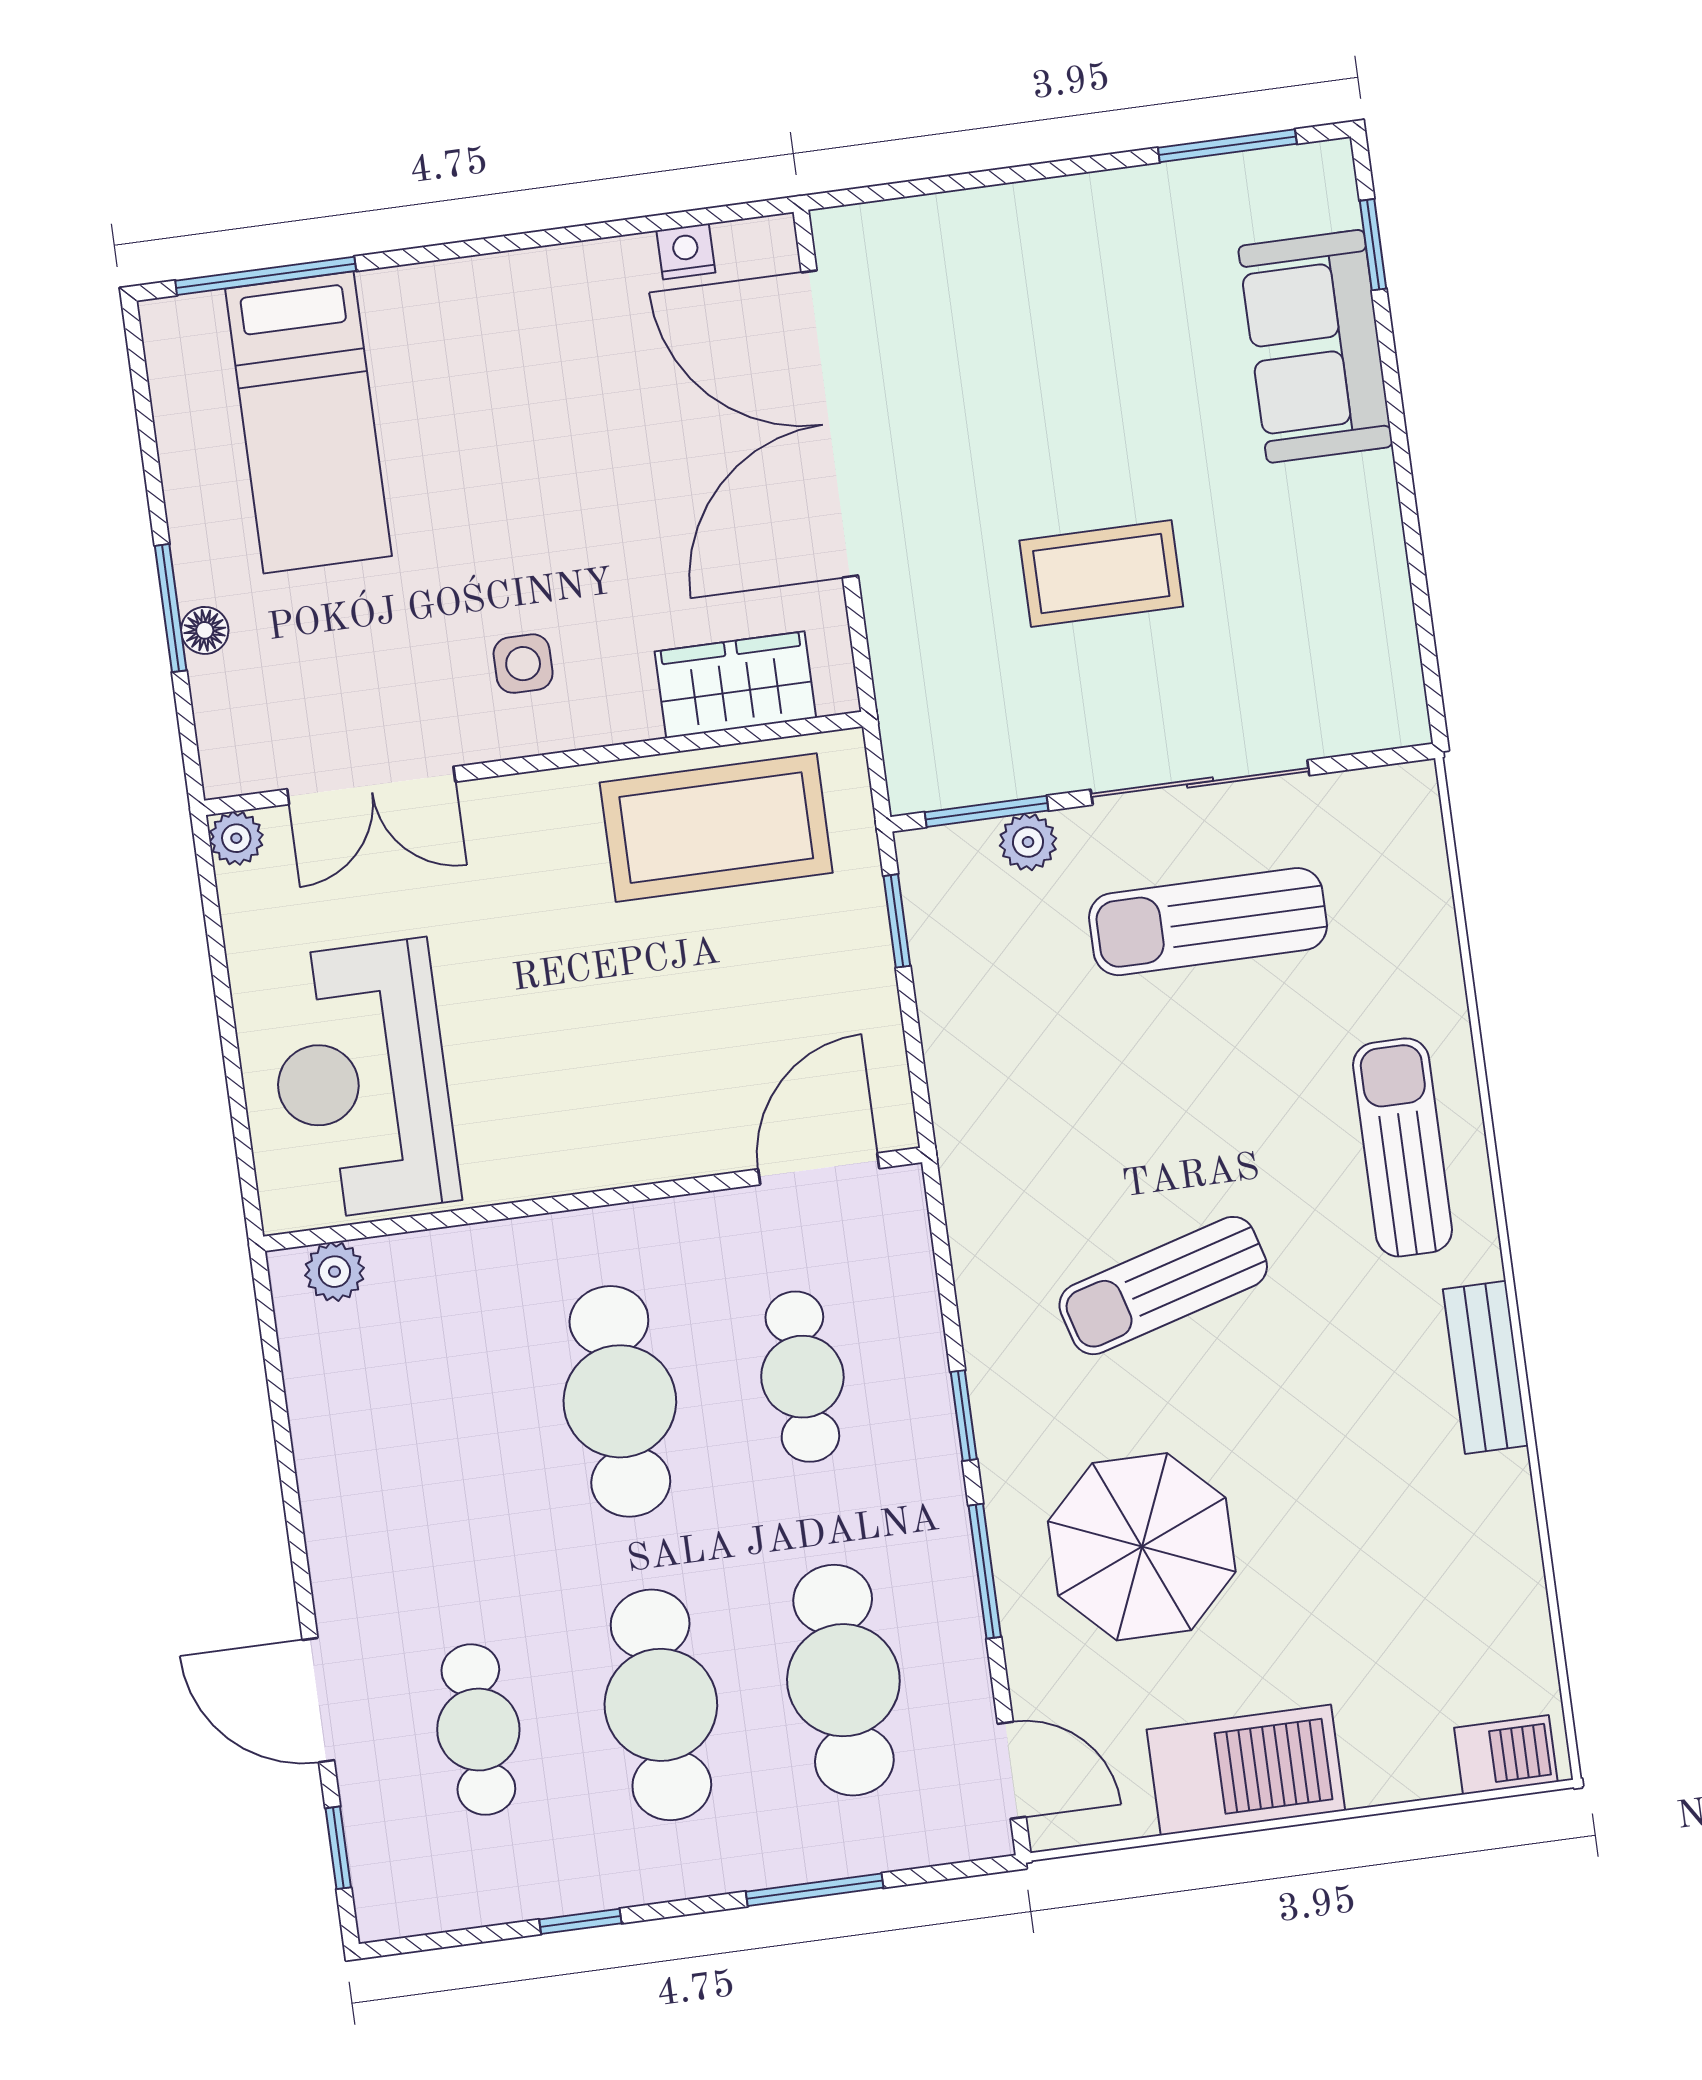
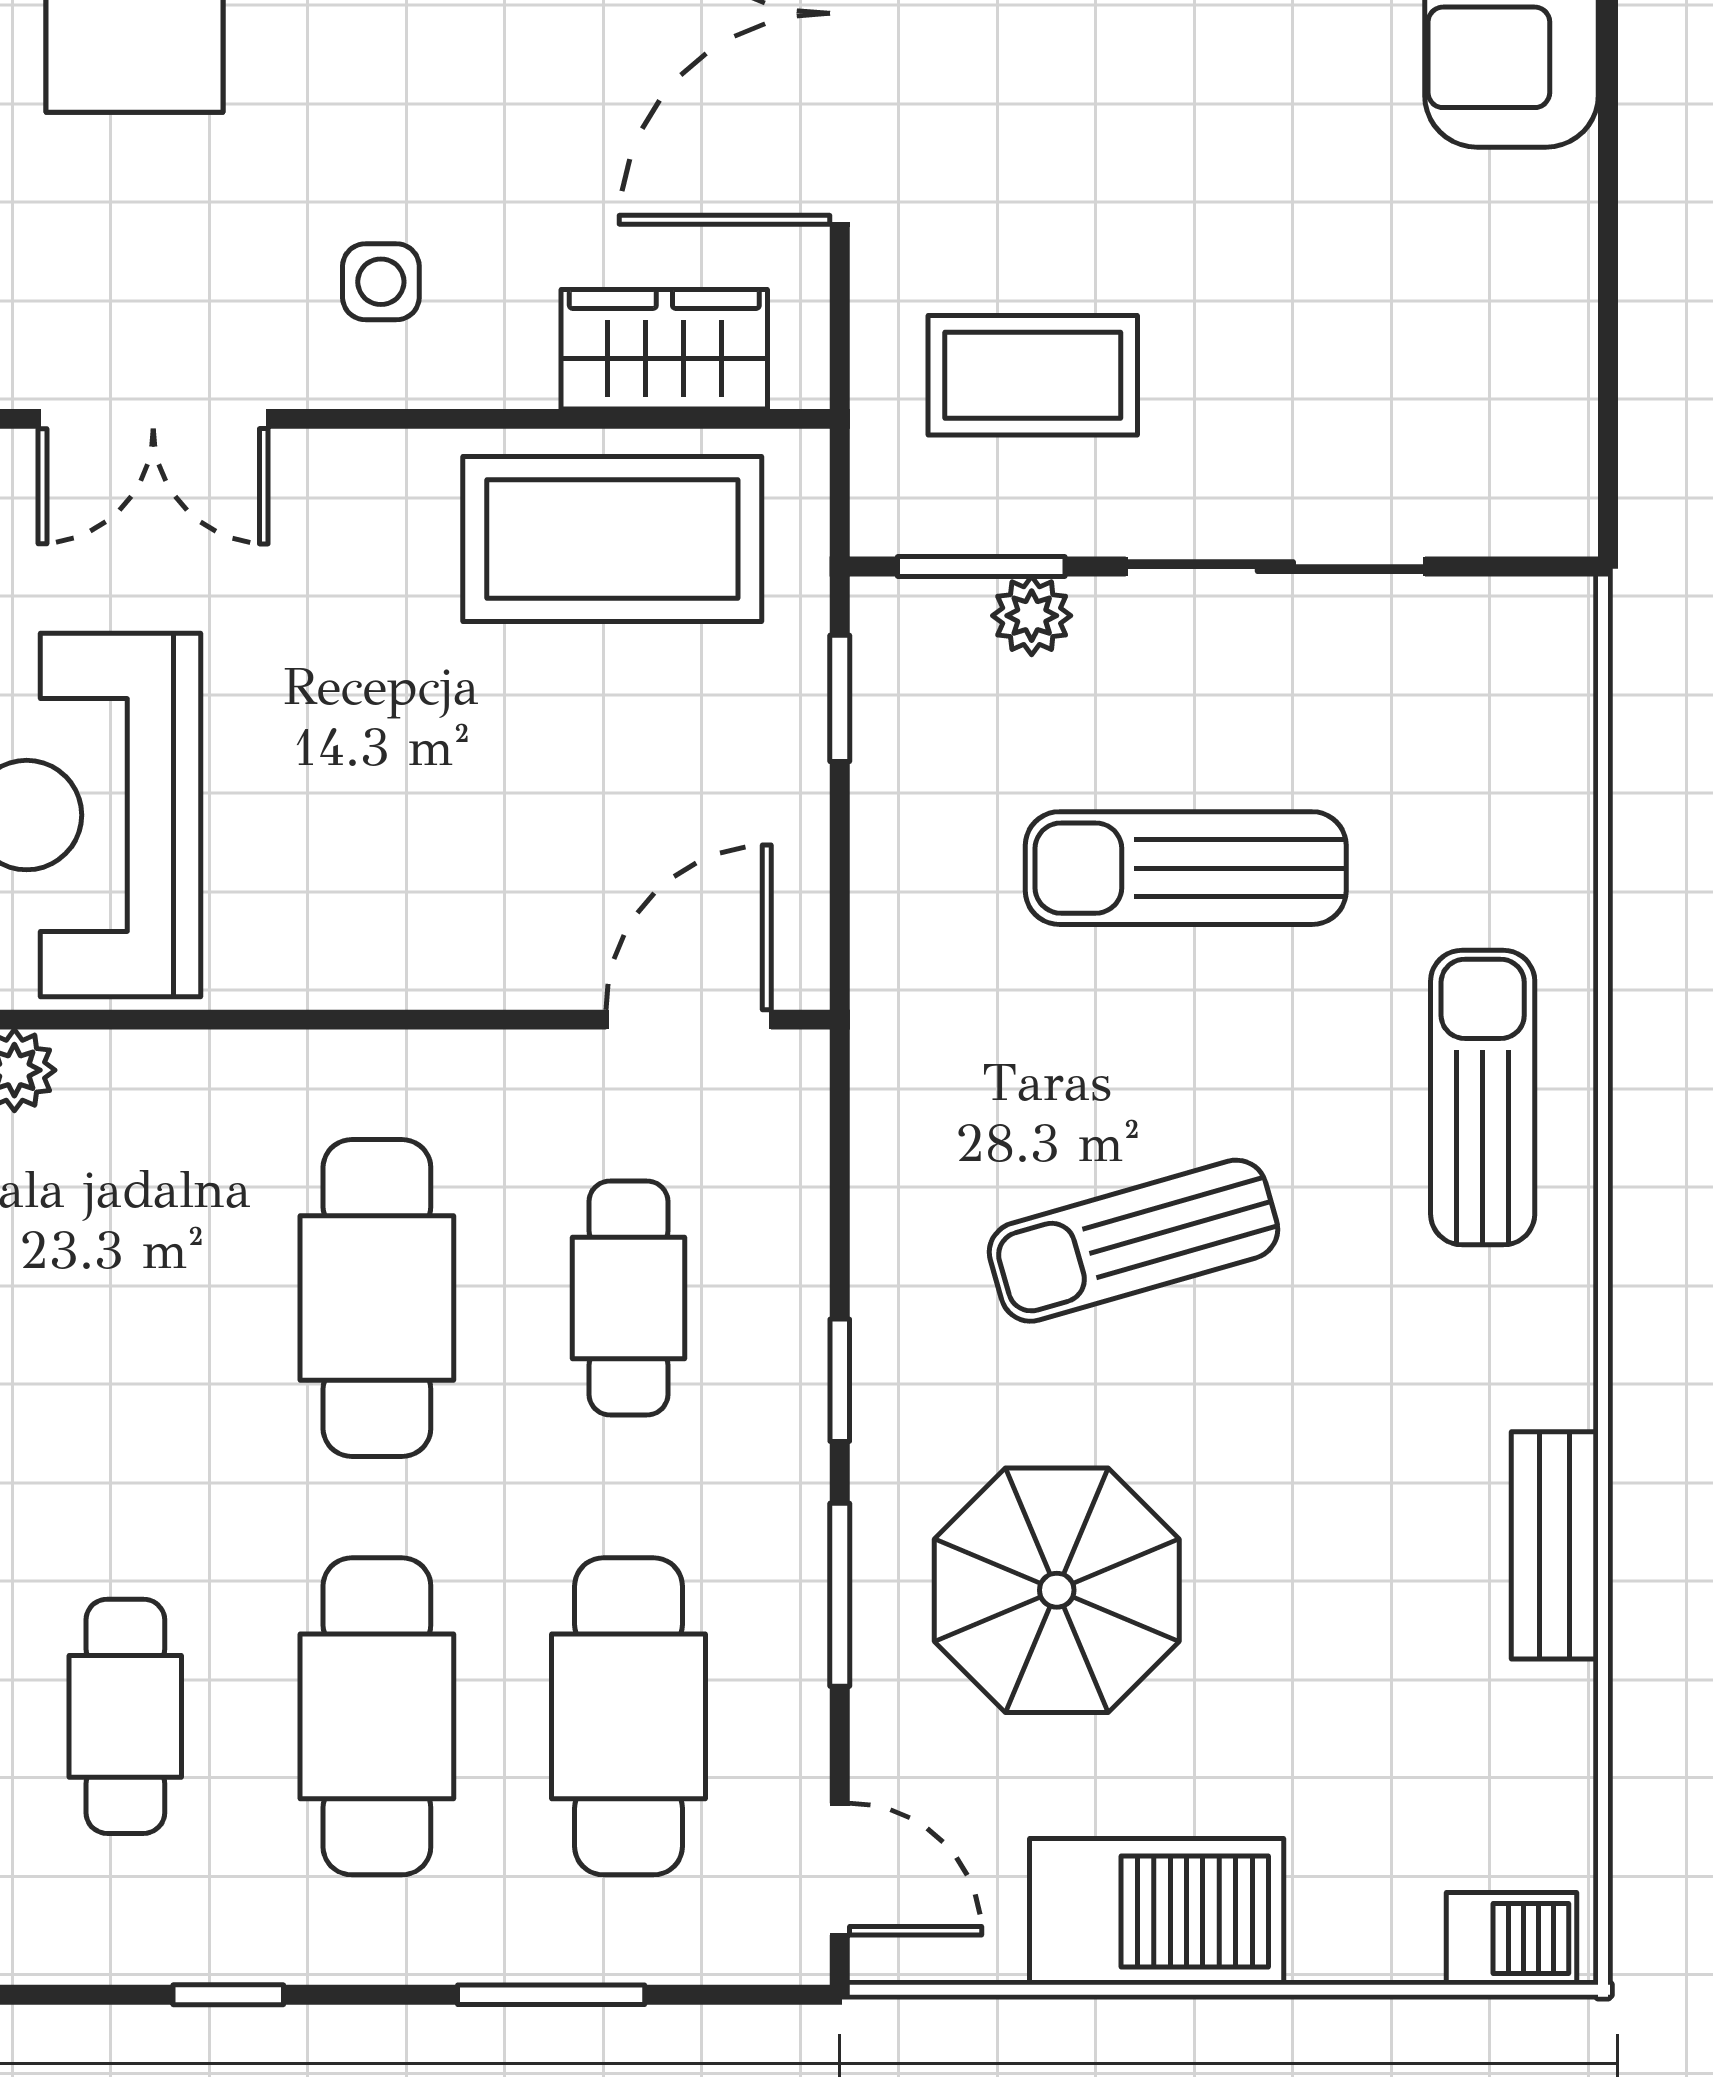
coffee table: (1101, 573) -> (1033, 375), moved
sun lounger: (1208, 922) -> (1186, 868), moved
bench: (1485, 1367) -> (1555, 1545), moved

